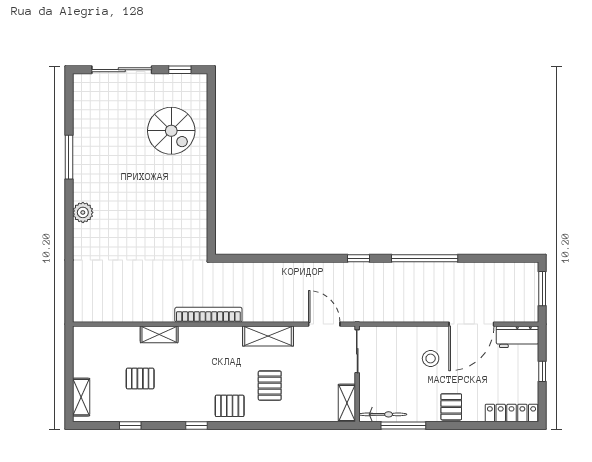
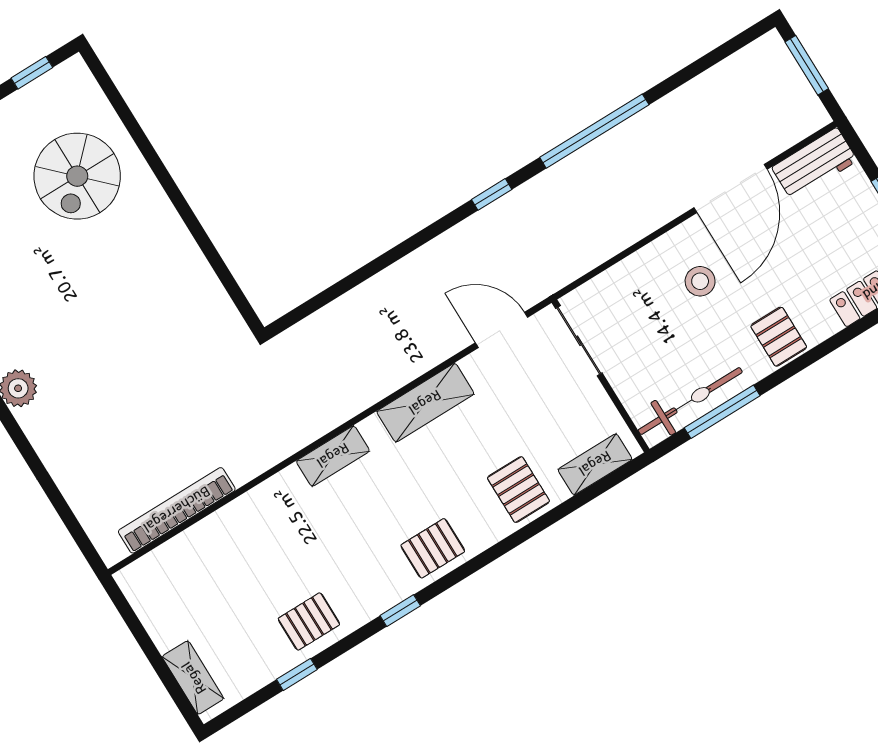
spiral stairs: (171, 131) -> (77, 176), turned 90
bookcase: (208, 315) -> (177, 510), moved
shelving: (159, 334) -> (333, 456), moved
pallet: (140, 379) -> (309, 621), moved
pallet: (270, 386) -> (518, 490), moved
shelving: (347, 403) -> (595, 464), moved, turned 90
bicycle: (383, 414) -> (690, 401), width x1.37, depth x1.40

